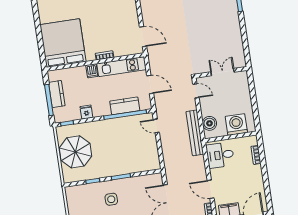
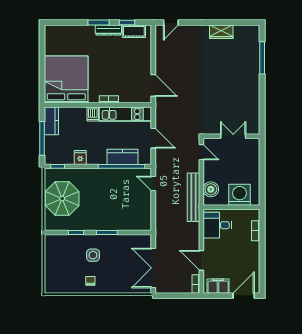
kitchen counter: (57, 94) -> (51, 121), moved

